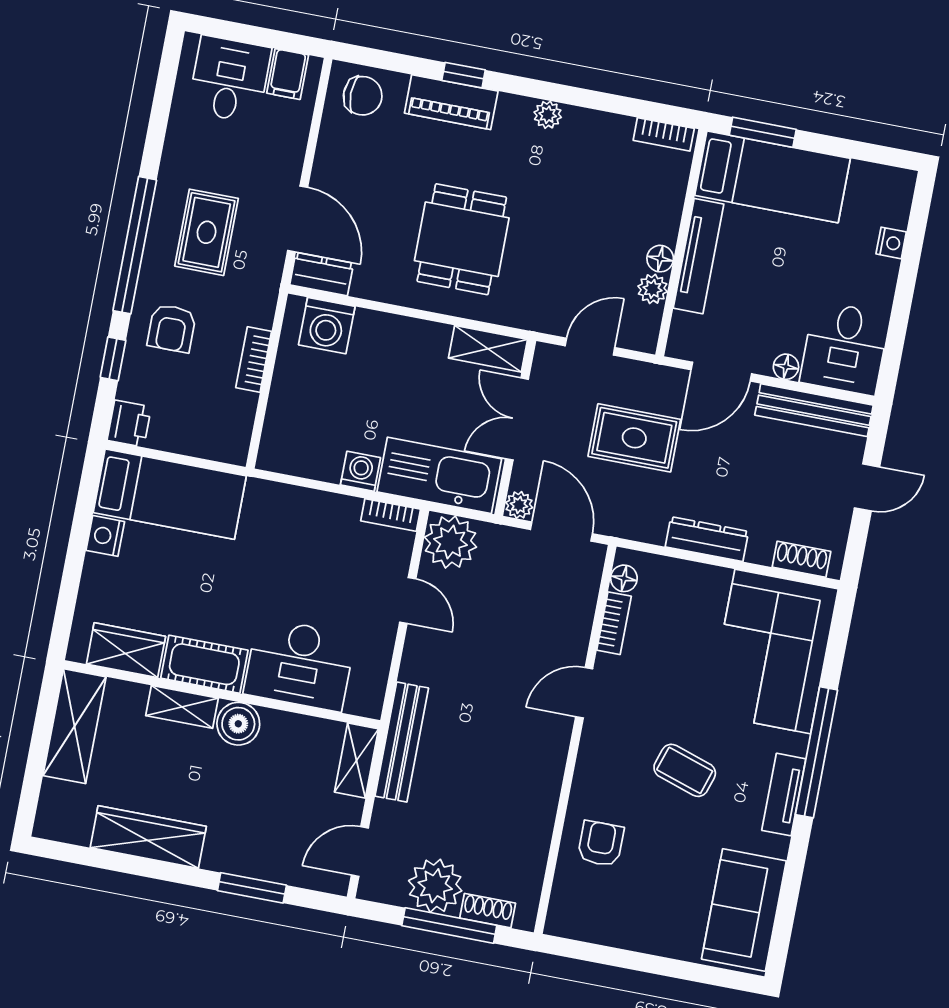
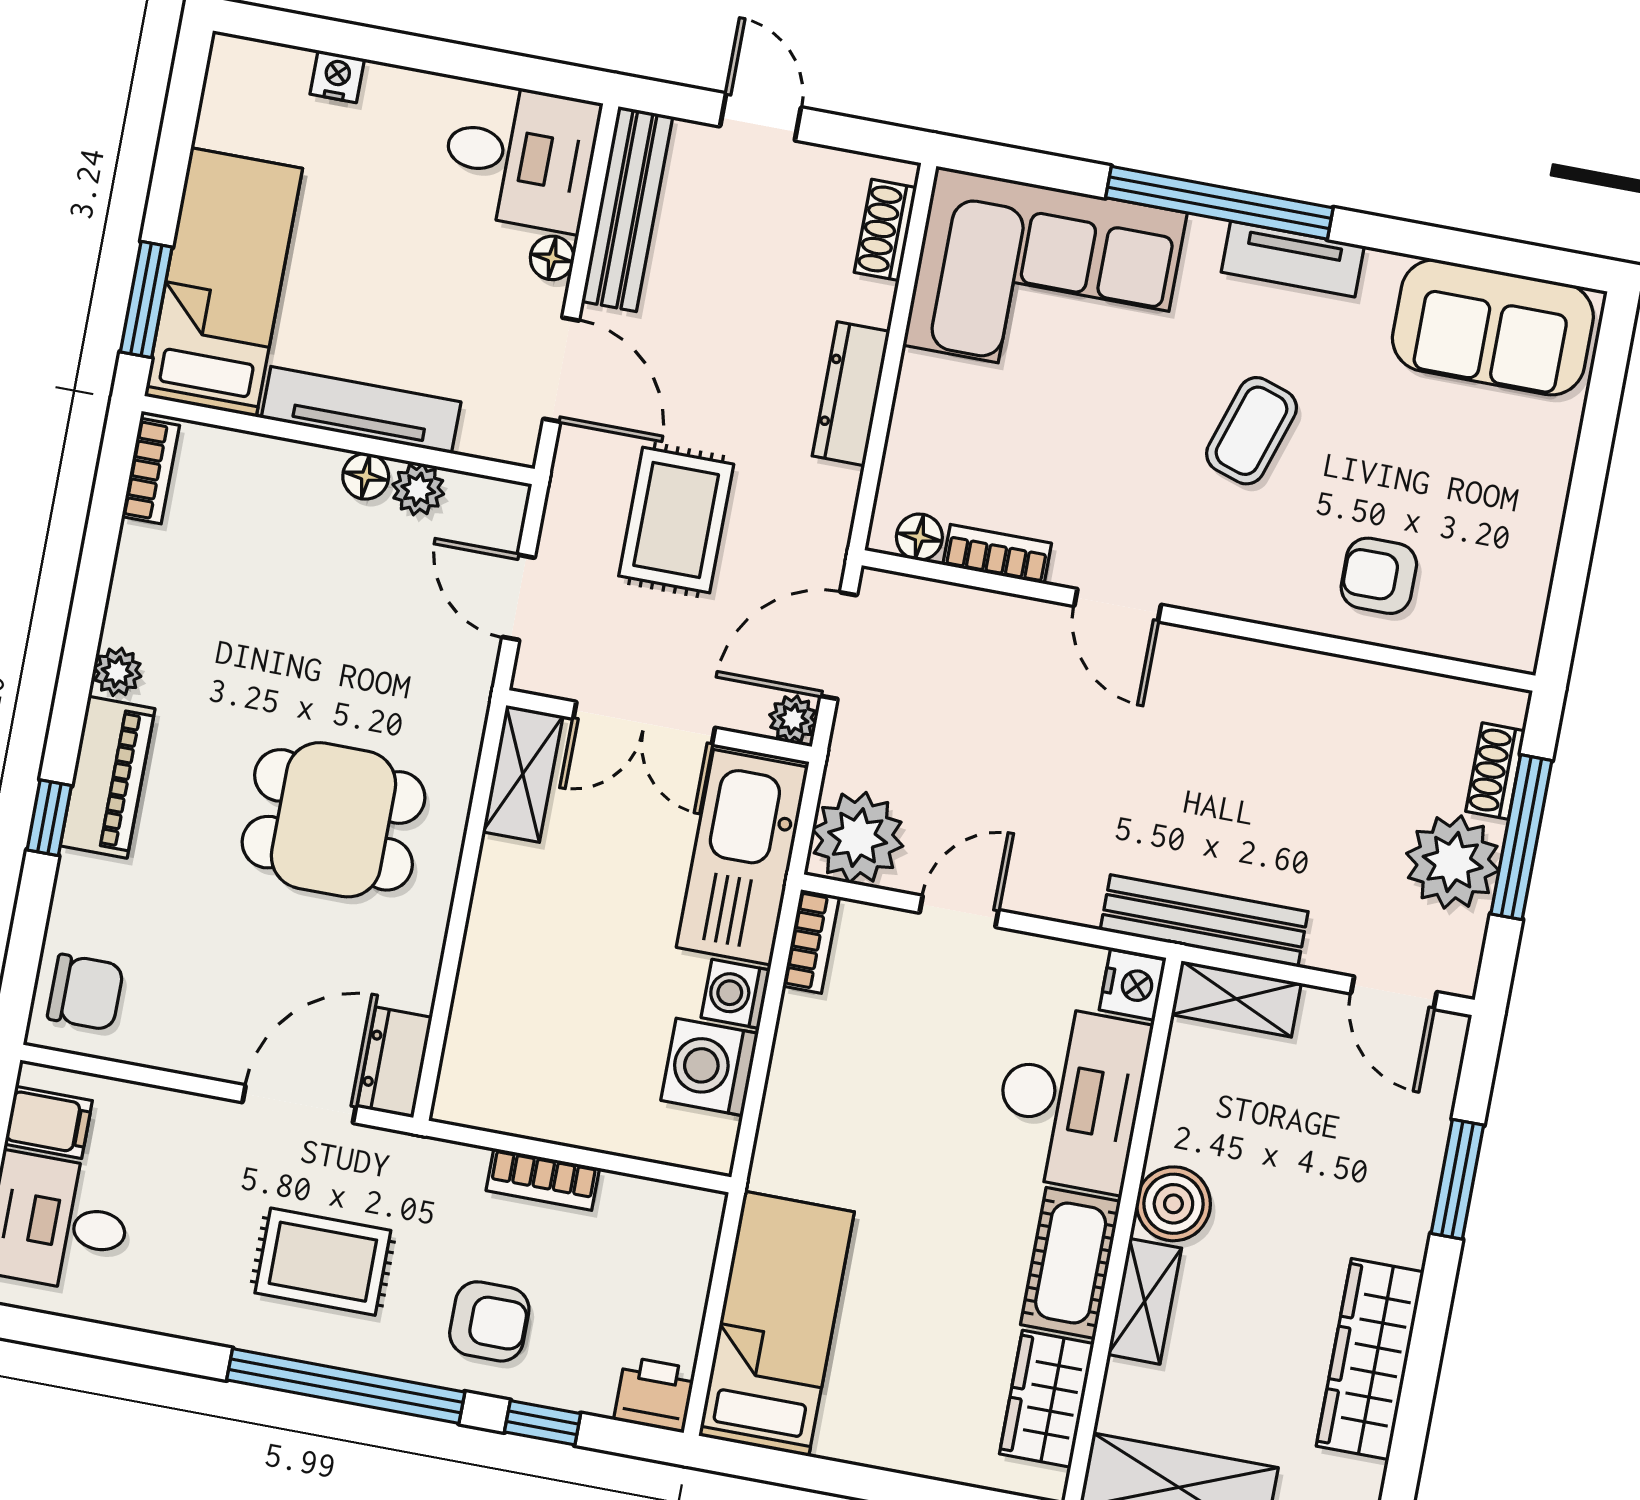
chair: (363, 96) -> (86, 992), turned 90
piano: (451, 102) -> (108, 777), moved
washing machine: (327, 326) -> (710, 1067), moved, turned 180
nightstand: (105, 536) -> (1133, 985), moved, turned -90

